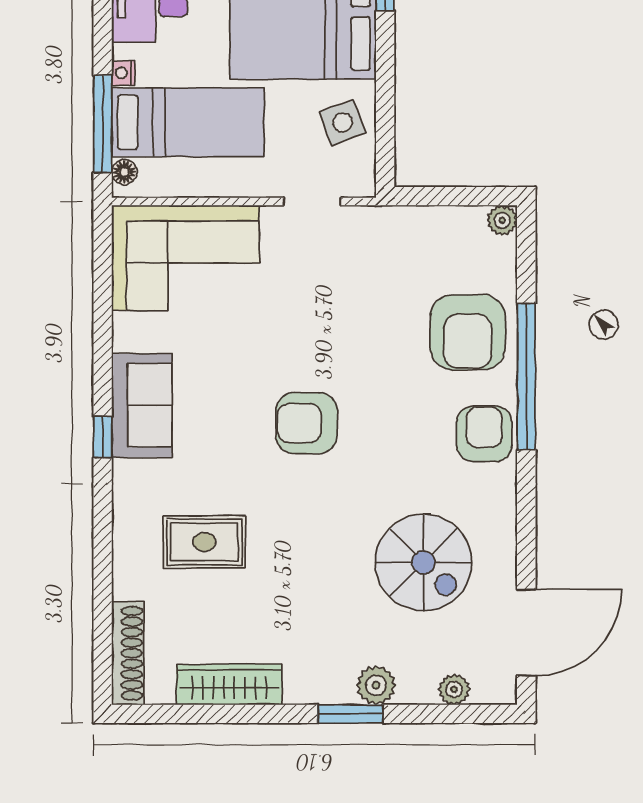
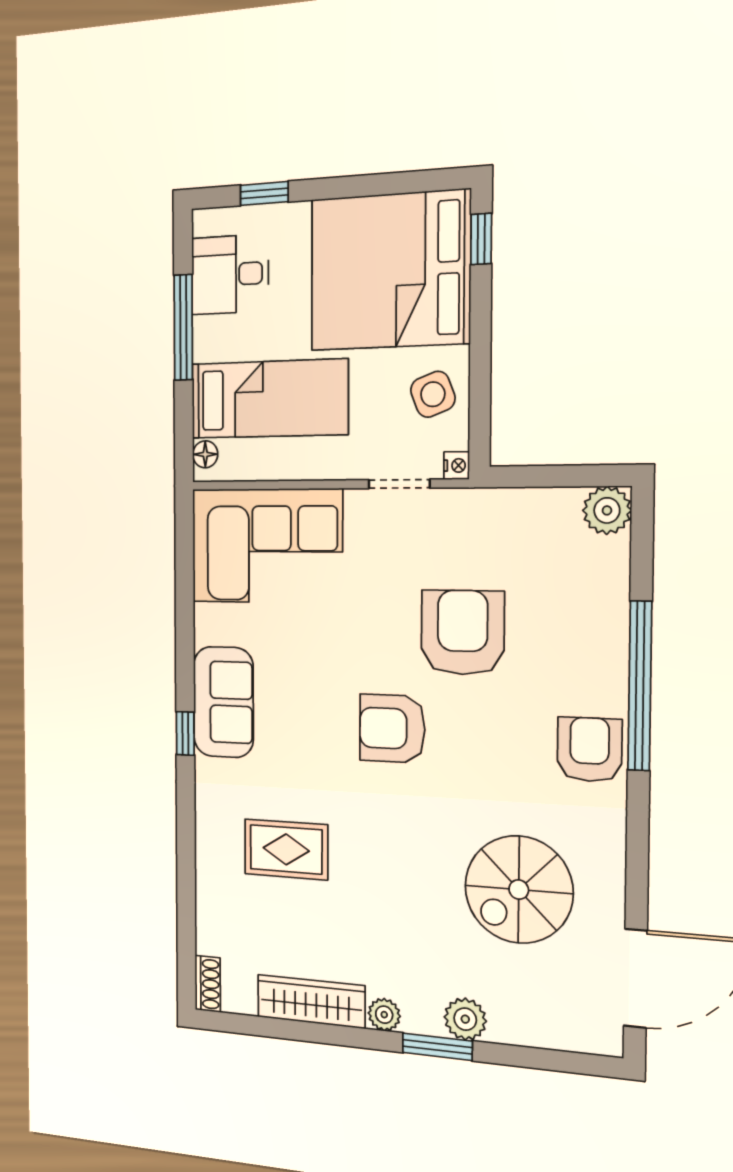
nightstand: (123, 73) -> (457, 466), moved, turned 180
window: (103, 124) -> (183, 327), moved
plant: (502, 220) -> (607, 510), width x1.38, depth x1.38
armchair: (468, 332) -> (463, 633), moved, turned 180
spiral stairs: (424, 562) -> (519, 890), turned 90
shoe rack: (128, 653) -> (208, 984), width x0.51, depth x0.81
plant: (454, 689) -> (384, 1015), moved

